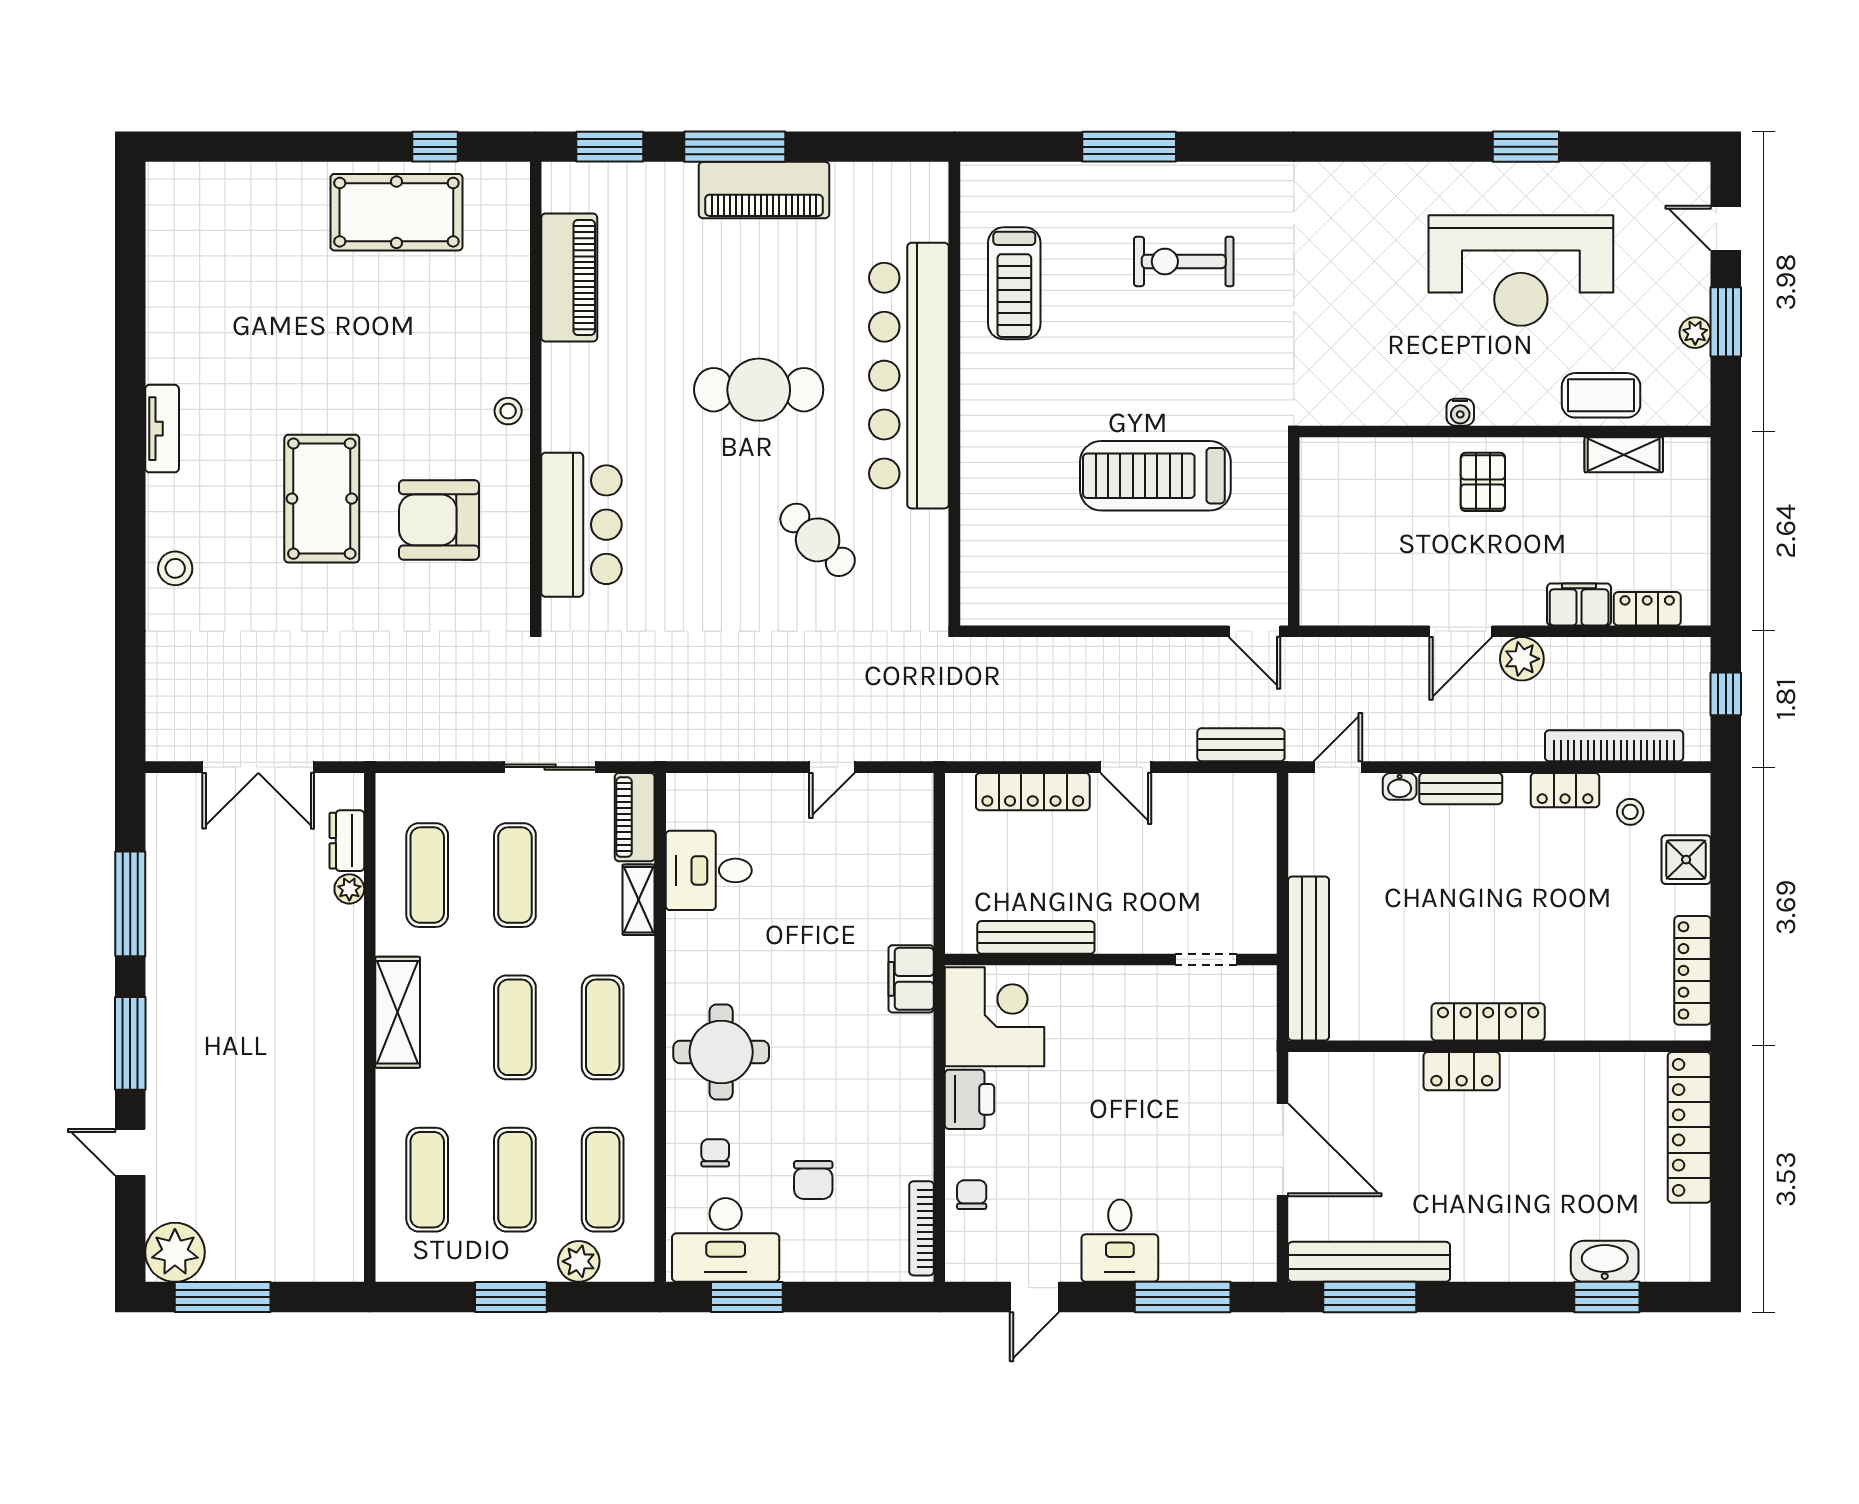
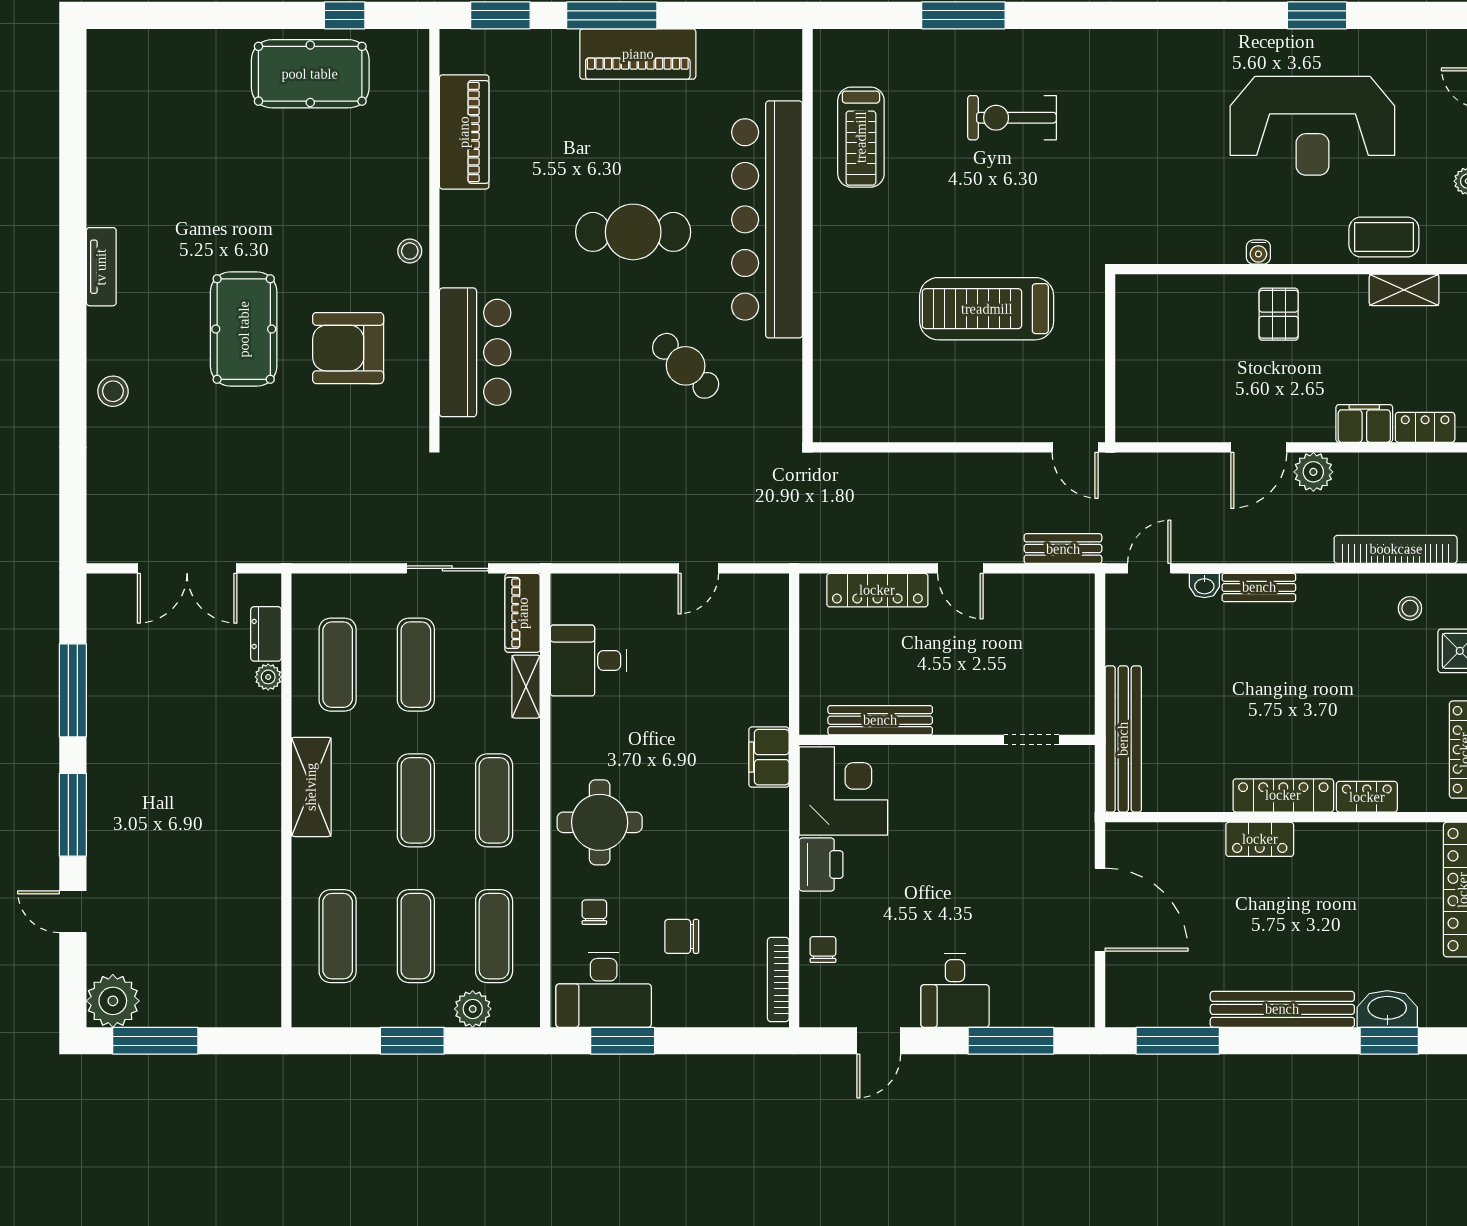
locker: (1565, 790) -> (1367, 797), moved, turned 180
chair: (813, 1180) -> (682, 936), turned 90
bench: (1369, 1262) -> (1282, 1009), moved

